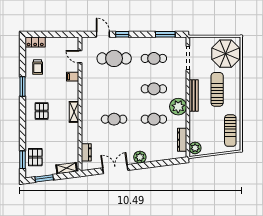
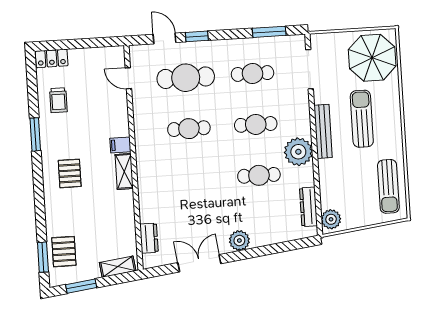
filing cabinet: (73, 77) -> (120, 145), moved
cafe table: (114, 119) -> (189, 129), moved

